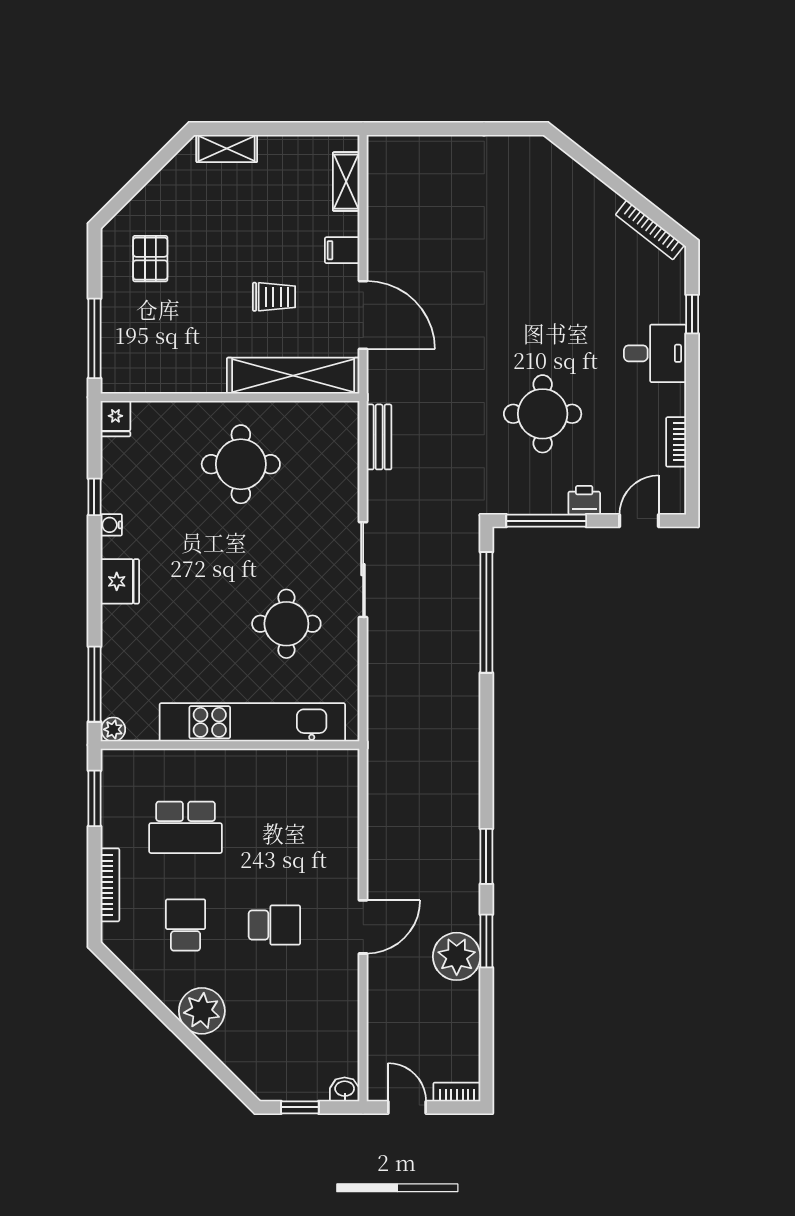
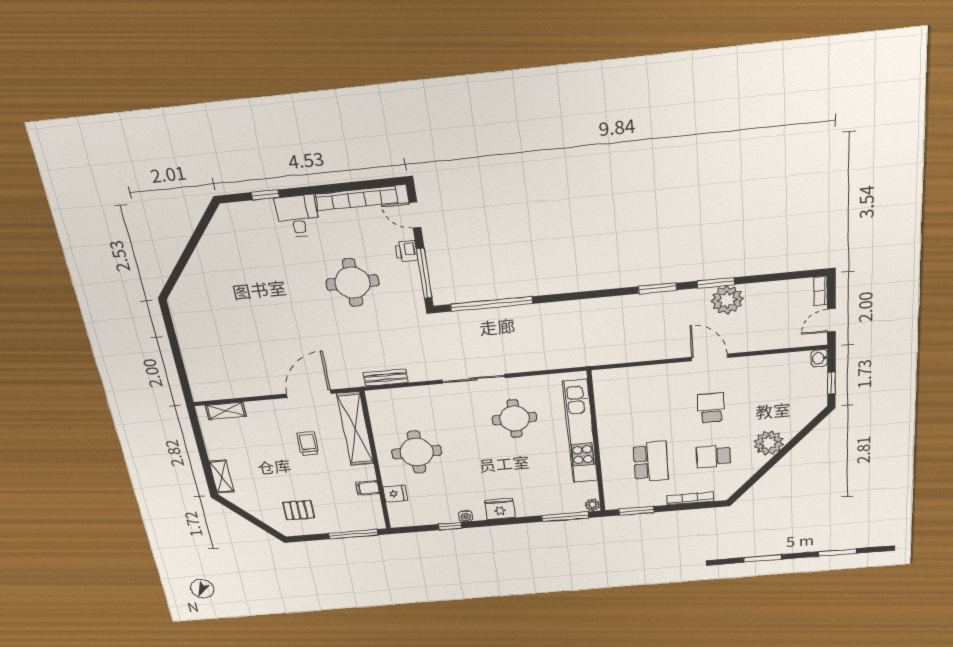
bookcase: (650, 230) -> (214, 228), removed
filing cabinet: (342, 250) -> (368, 488), moved, turned 90
fridge: (115, 419) -> (395, 494), moved
bookcase: (676, 442) -> (356, 198), width x2.31, depth x1.31

